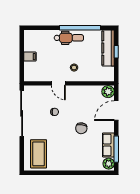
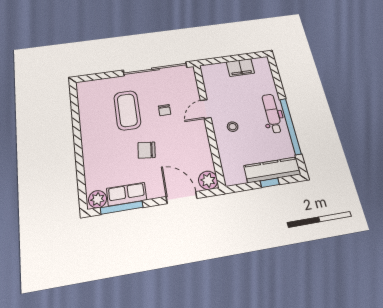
dental chair: (69, 38) -> (272, 113), turned 180
filing cabinet: (30, 57) -> (240, 67), width x2.00
coffee table: (39, 154) -> (127, 110), moved, turned 90

